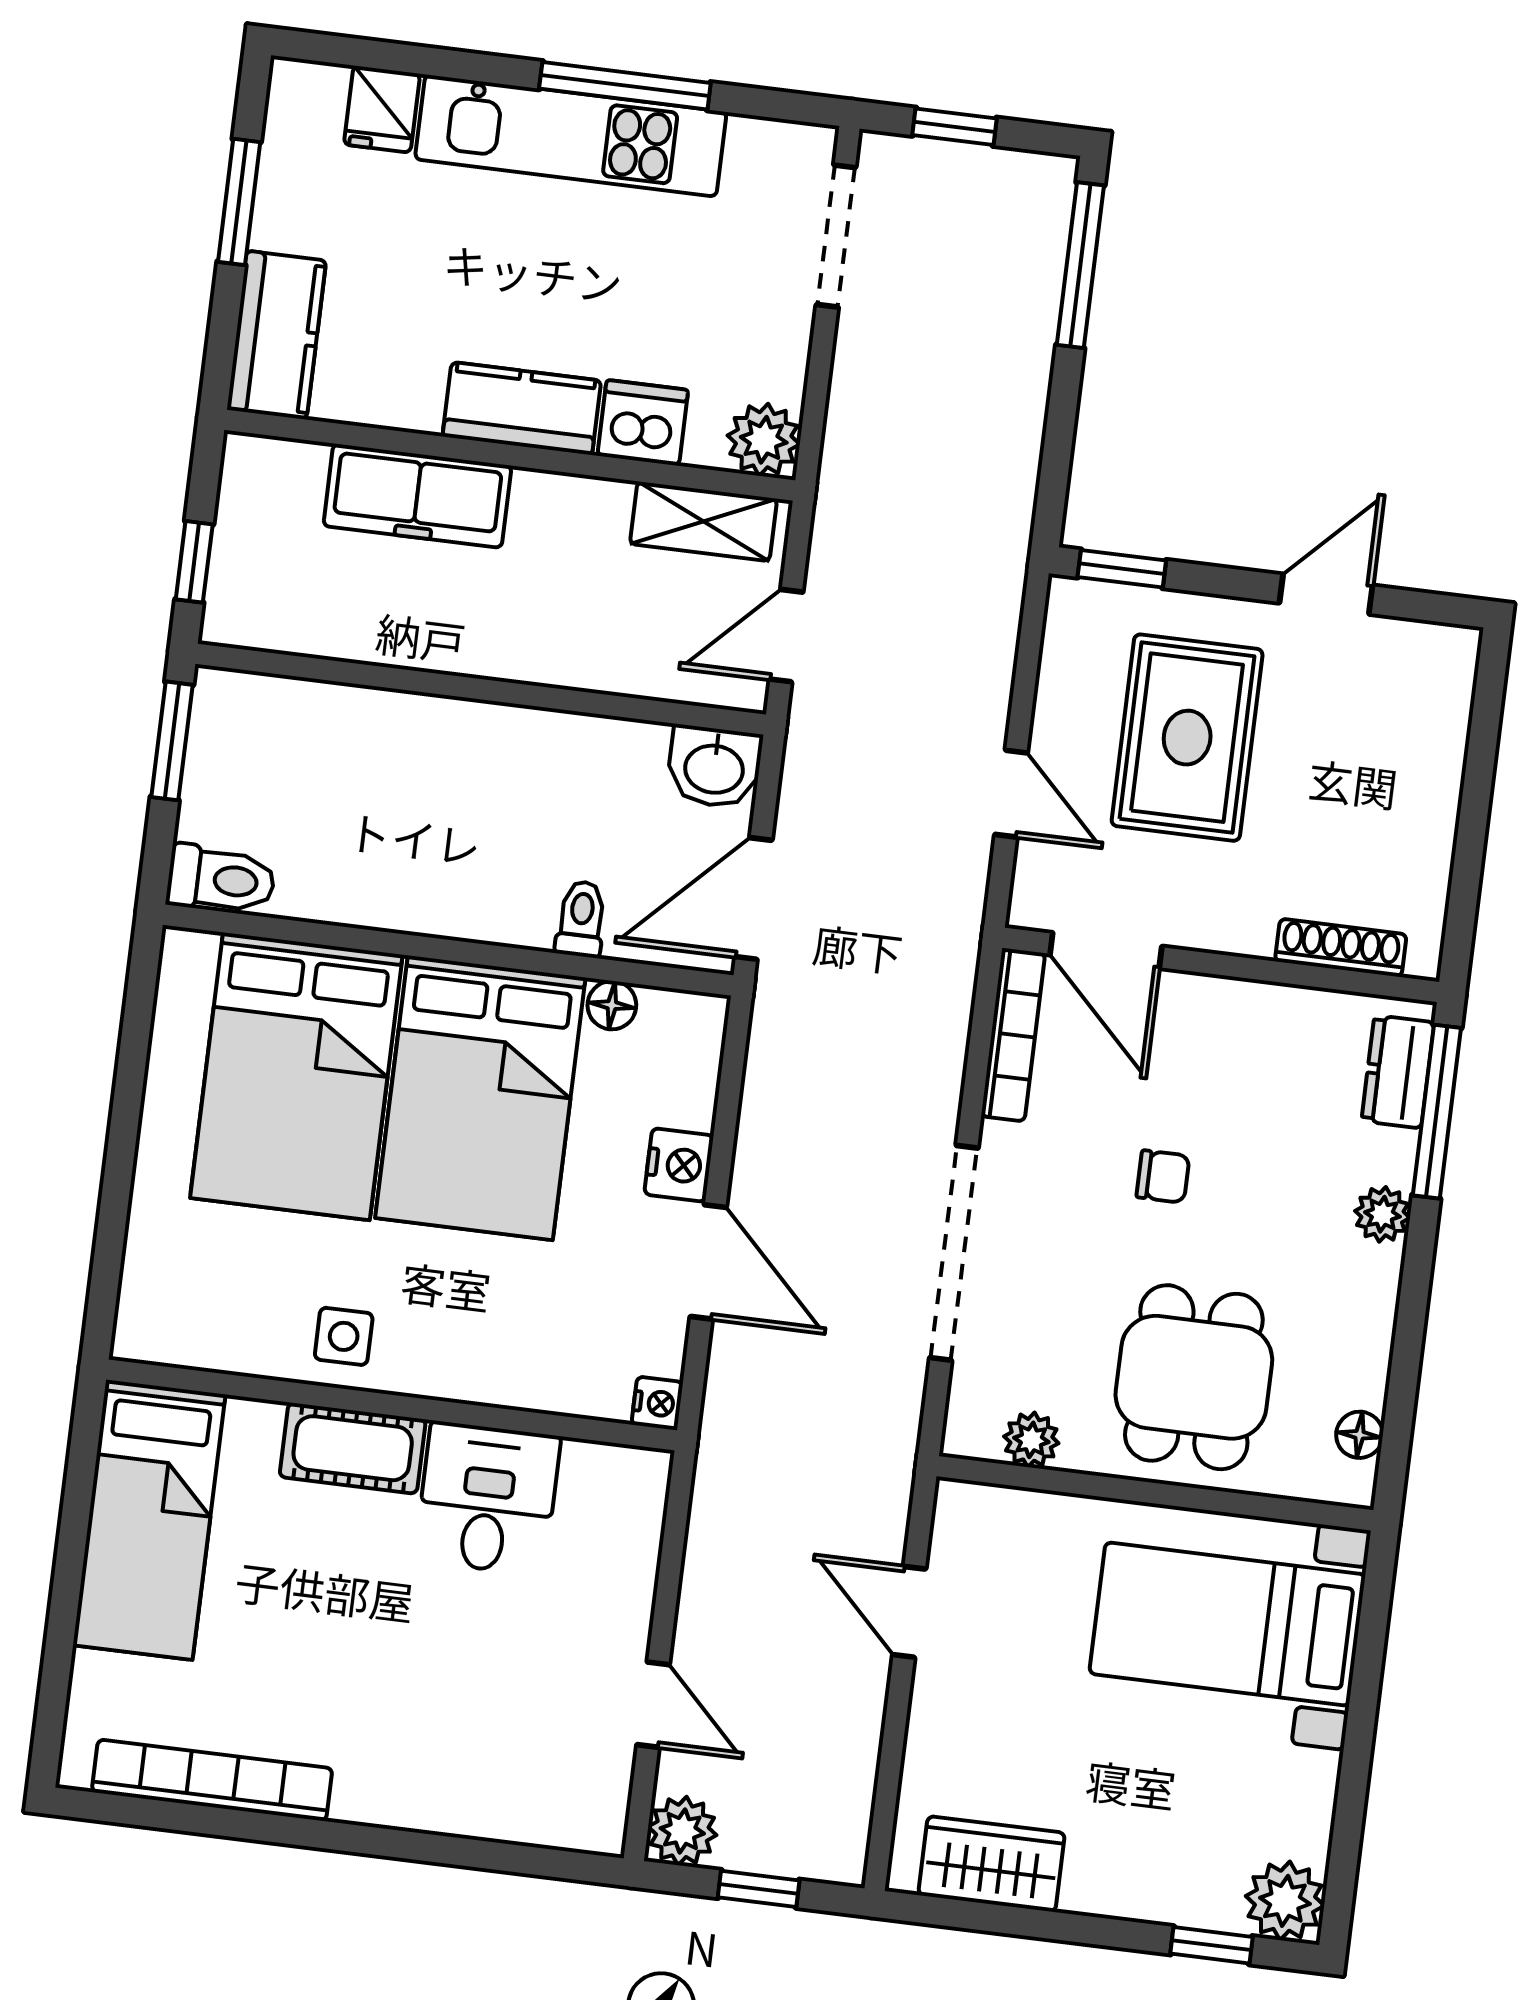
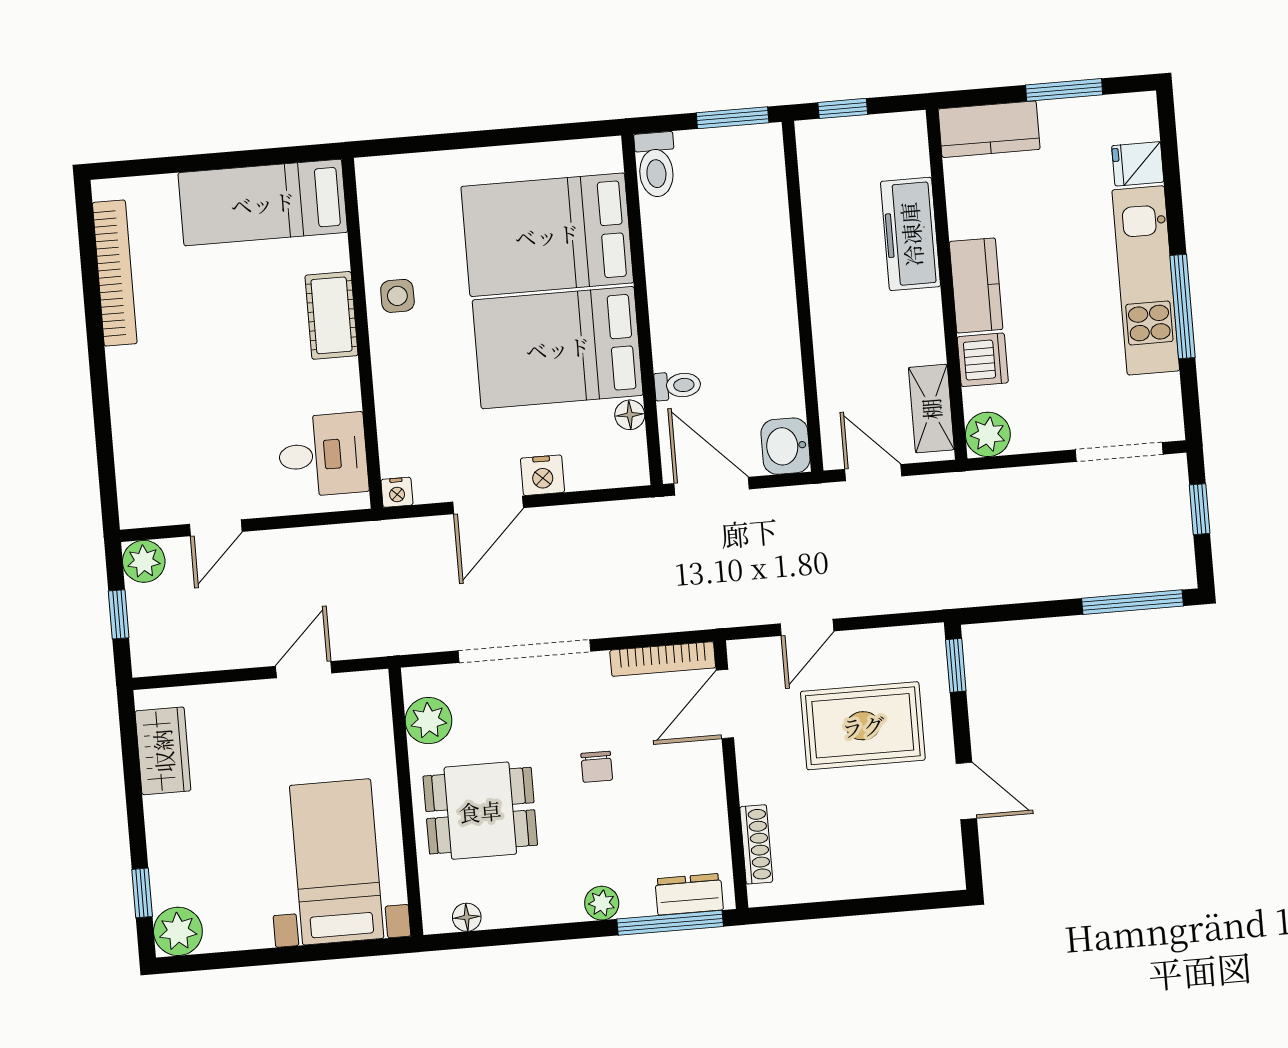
plant: (1031, 1440) -> (429, 721), width x1.38, depth x1.38
desk: (488, 1498) -> (323, 455), moved

